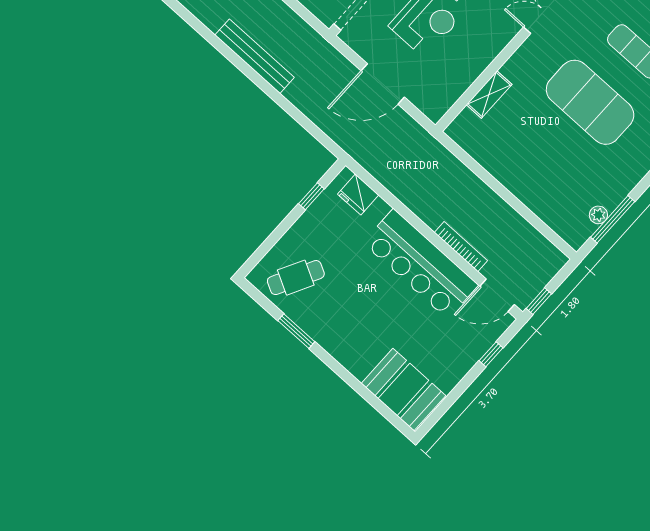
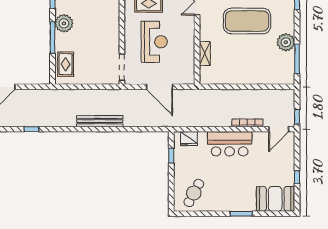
door: (383, 84) -> (160, 87), hinge flipped
plant: (598, 215) -> (286, 42), moved, width x1.87, depth x1.87
bar counter: (421, 264) -> (230, 144), width x0.73
window: (296, 331) -> (241, 214), moved
window: (491, 354) -> (297, 177), moved

